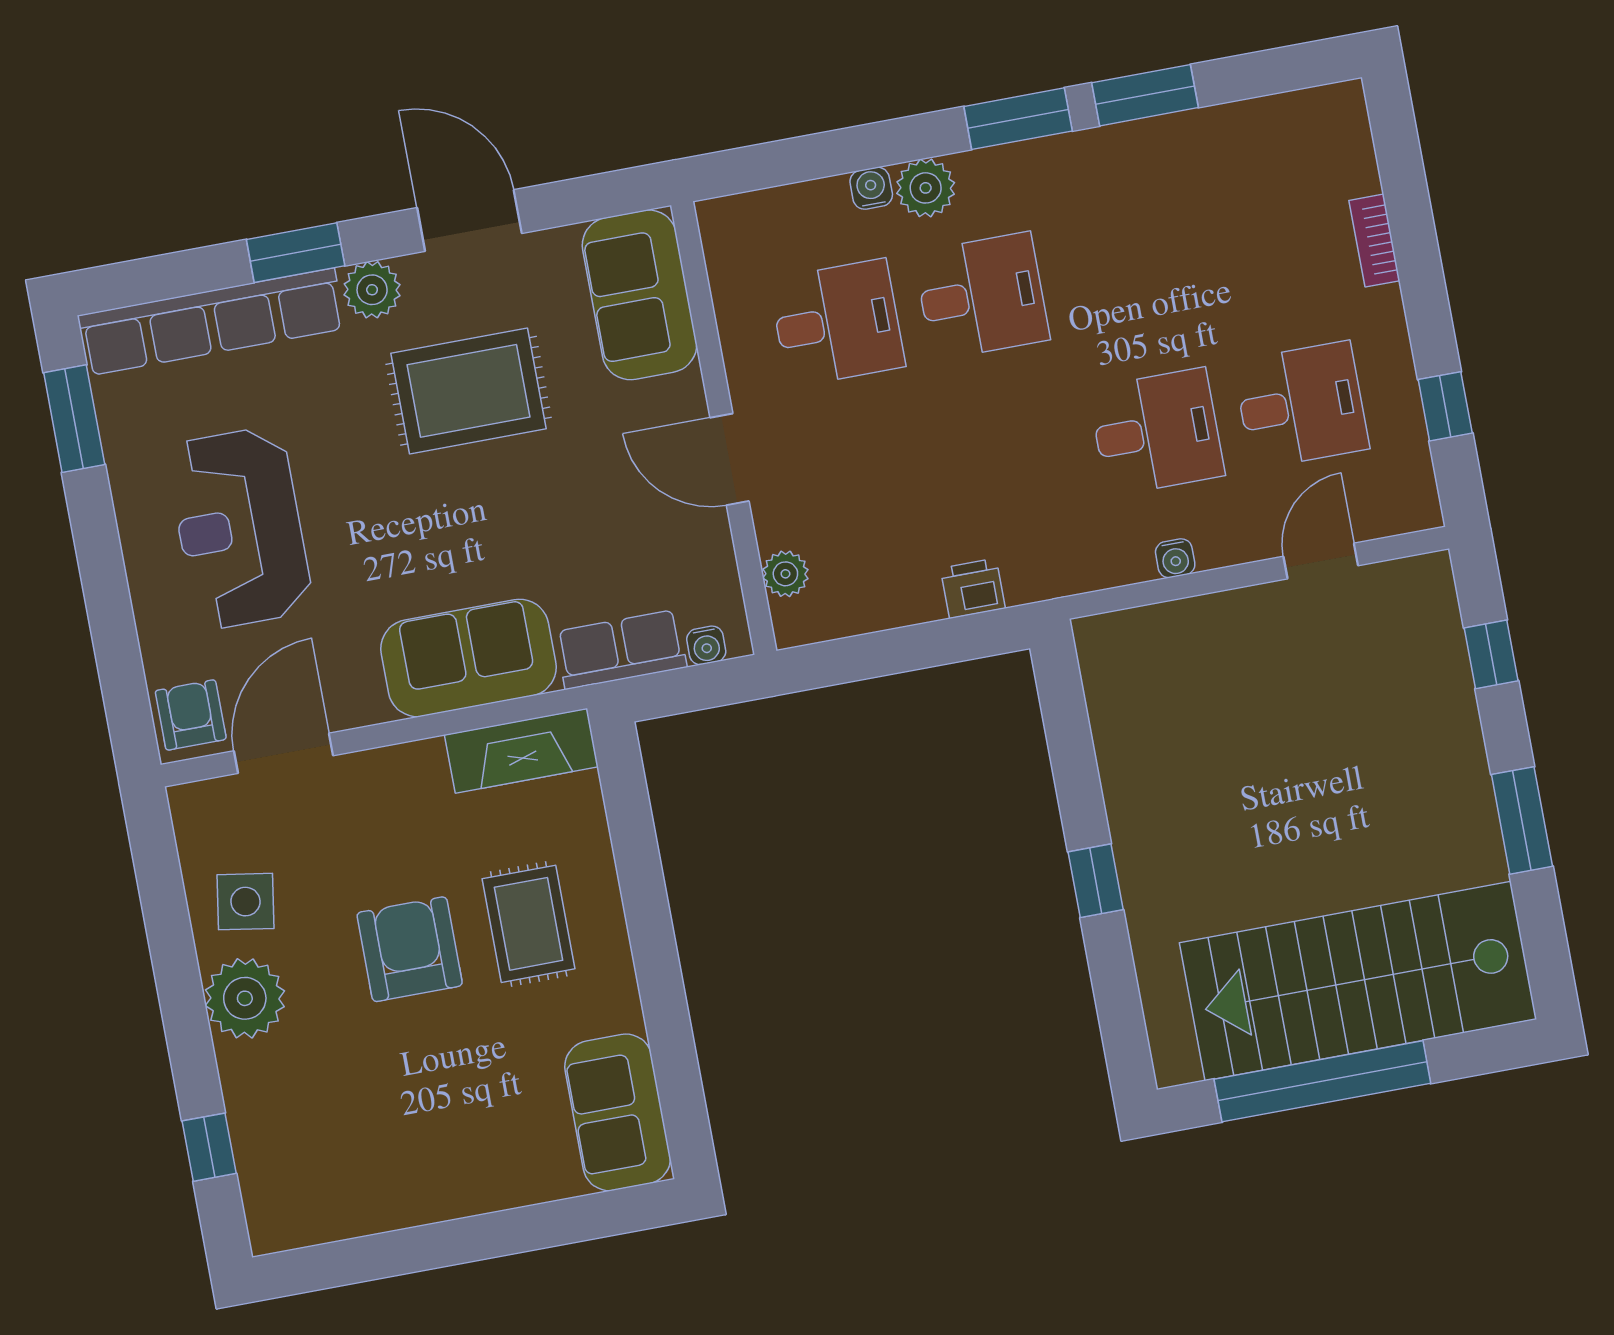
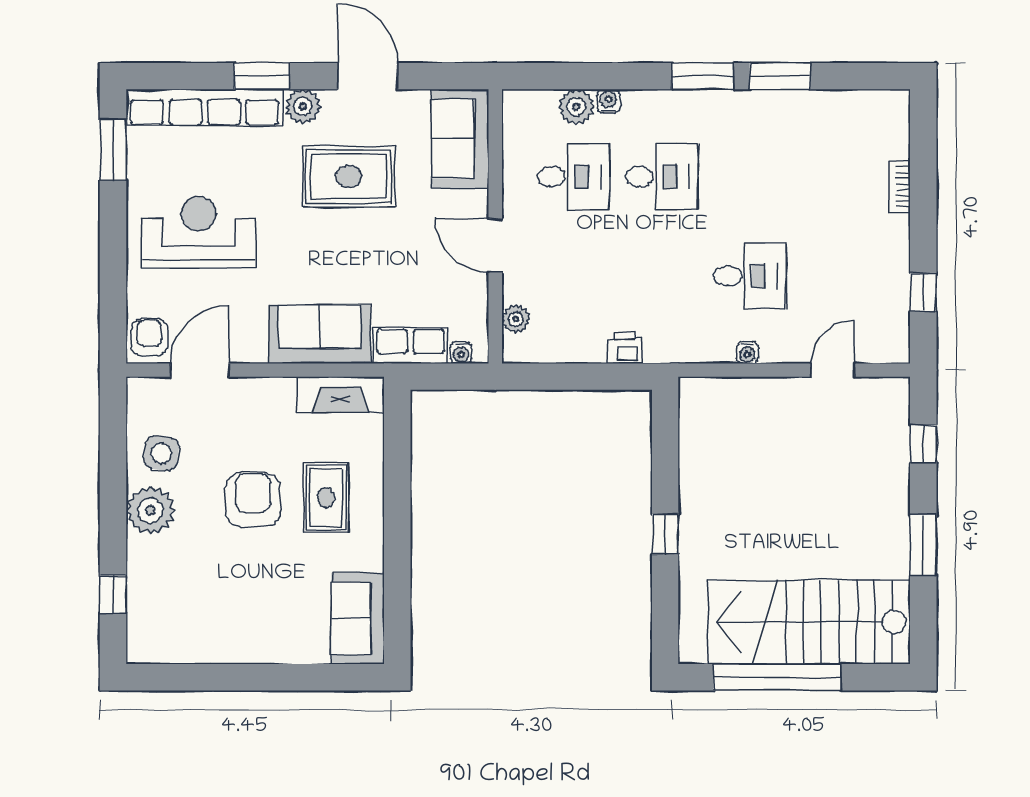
plant: (926, 188) -> (576, 107), moved
desk: (1301, 405) -> (838, 276), removed
reception desk: (240, 528) -> (199, 232), turned 90

